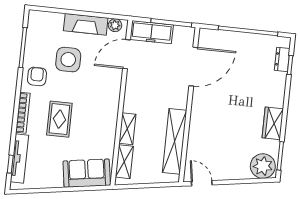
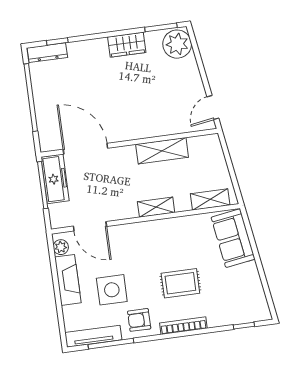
freezer: (152, 32) -> (55, 179), moved
dresser: (282, 59) -> (47, 53), width x1.44
shelving: (127, 129) -> (156, 207), moved
shelving: (175, 141) -> (162, 151), width x0.68
tv unit: (19, 159) -> (93, 336), moved

